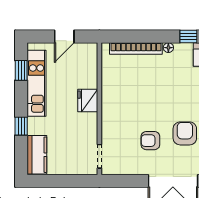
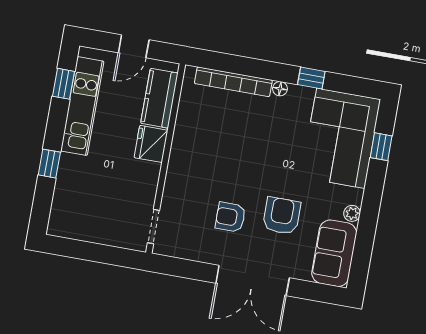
kitchen counter: (37, 155) -> (159, 98), moved, turned 180

